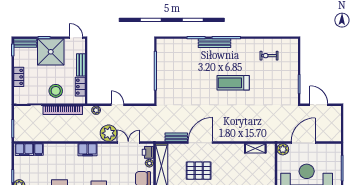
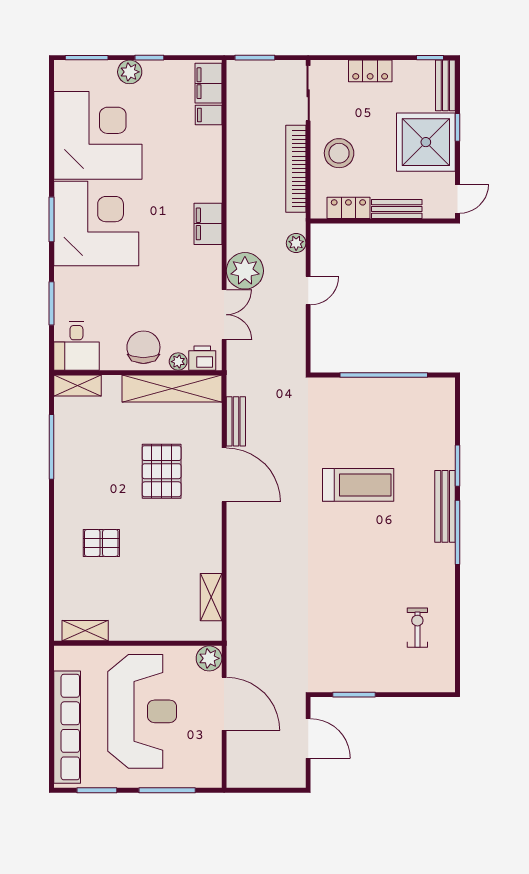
treadmill: (233, 83) -> (358, 485), moved, turned 90
door: (319, 105) -> (308, 738), hinge flipped

